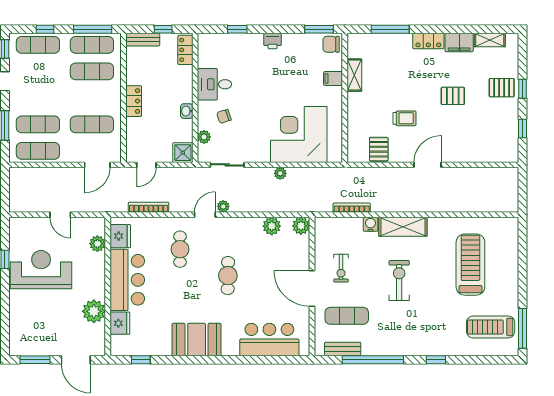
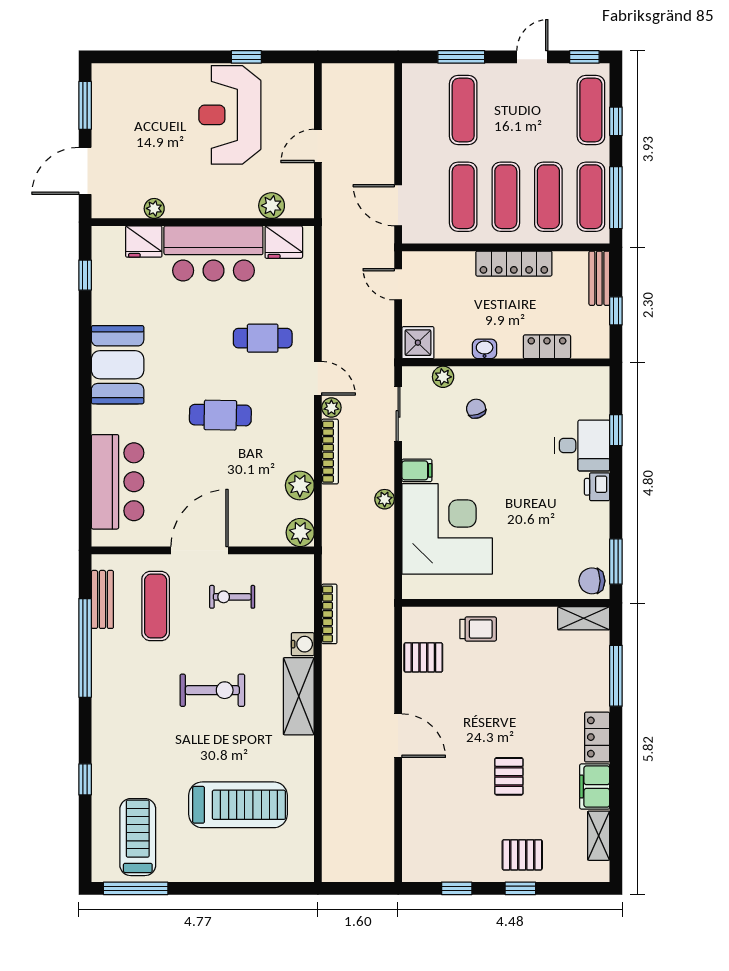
chair: (331, 44) -> (592, 581), turned -90
locker: (185, 50) -> (547, 347), moved
shelving: (354, 75) -> (584, 618), moved
filing cabinet: (333, 78) -> (417, 470), moved, turned 90
desk: (214, 84) -> (582, 446), moved, turned 90
pallet: (502, 88) -> (522, 855), turned 90
locker: (134, 101) -> (514, 264), width x1.53
trolley: (405, 118) -> (478, 629), moved, turned -90
exercise mat: (38, 151) -> (506, 197), moved
bookcase: (149, 207) -> (330, 452), moved
reception desk: (41, 270) -> (230, 115), turned 180
plant: (94, 311) -> (154, 208), width x0.53, depth x0.53
window: (436, 360) -> (85, 779), moved

